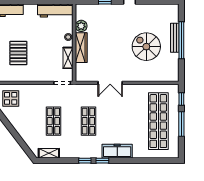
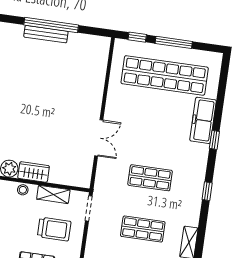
spiral stairs: (146, 47) -> (53, 78), removed
wardrobe: (81, 48) -> (34, 172), width x0.67
trolley: (45, 62) -> (54, 229), added
freezer: (117, 151) -> (203, 120), moved
window: (102, 161) -> (214, 140), moved

